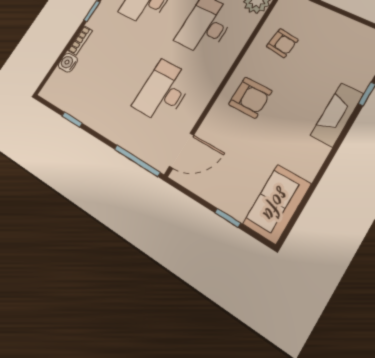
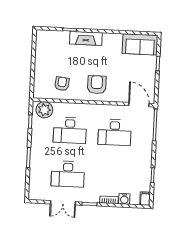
filing cabinet: (50, 93) -> (145, 199), added

